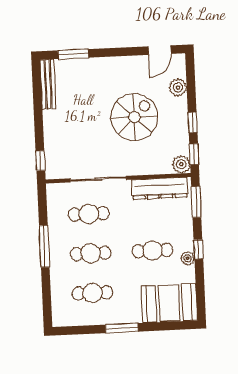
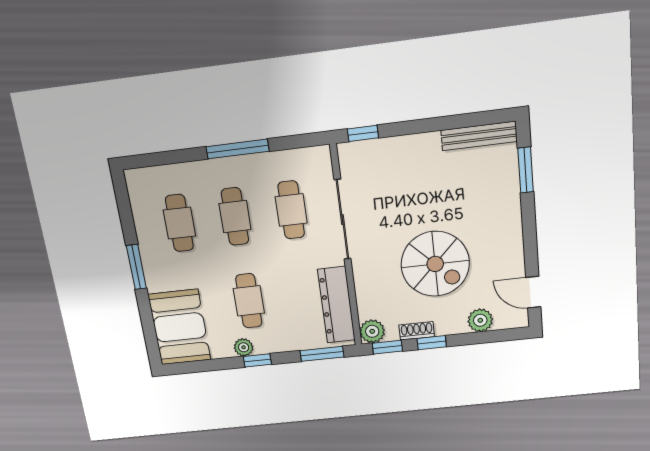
shoe rack: (183, 133) -> (417, 331), added

